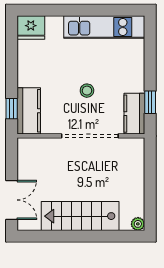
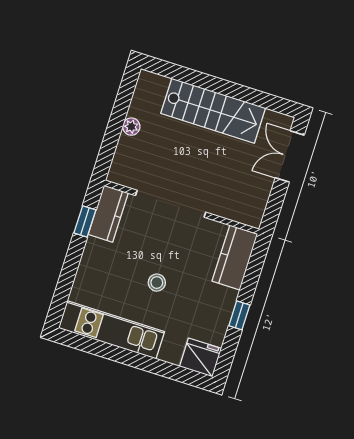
stool: (87, 91) -> (157, 283), moved
window: (12, 109) -> (239, 315), moved
plant: (138, 224) -> (131, 127), moved

